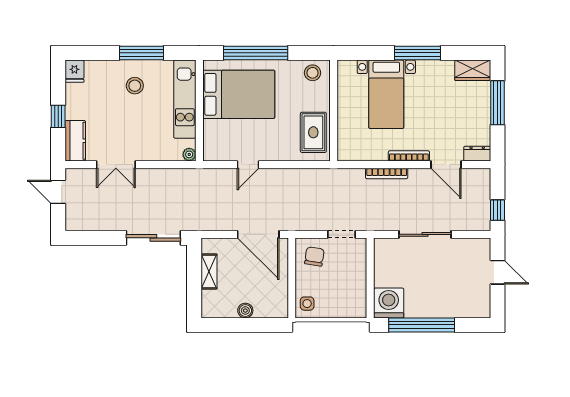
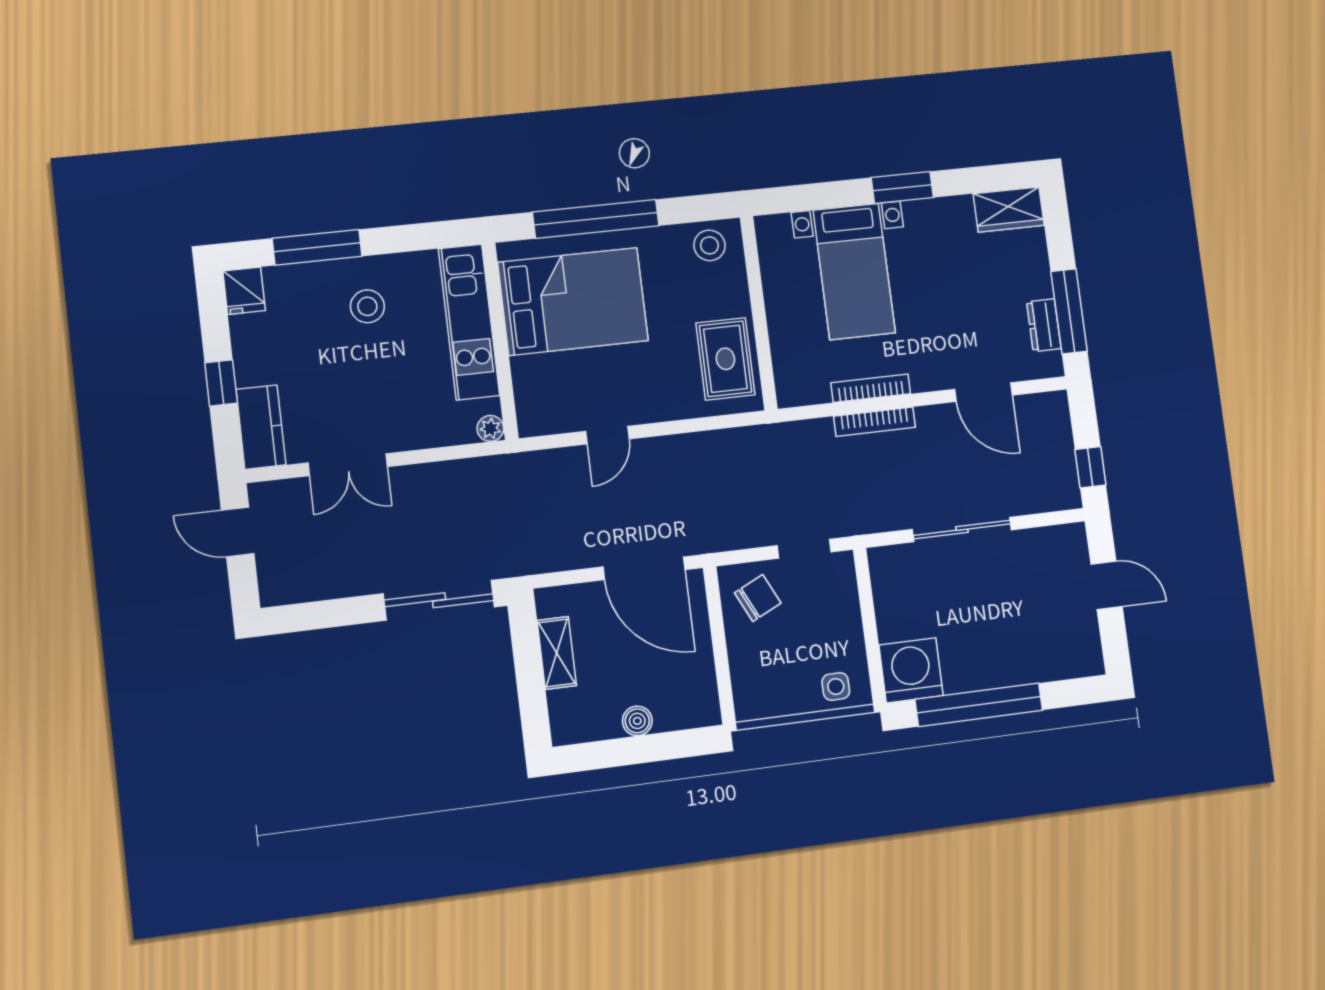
window: (142, 53) -> (317, 247), moved
window: (418, 53) -> (902, 188), width x0.69
window: (497, 103) -> (1069, 311), moved
dresser: (477, 154) -> (1044, 325), moved, turned -90
bookcase: (409, 156) -> (871, 388), moved
chair: (314, 256) -> (758, 598), turned 55
side table: (307, 304) -> (836, 686), moved

